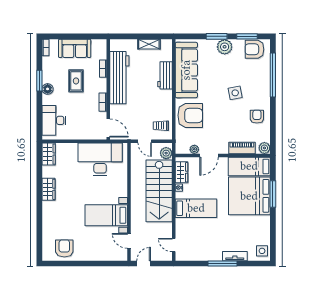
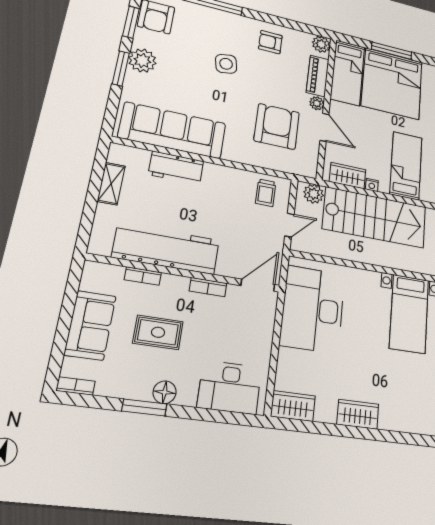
armchair: (190, 115) -> (277, 126), moved
plant: (194, 149) -> (317, 103), moved

